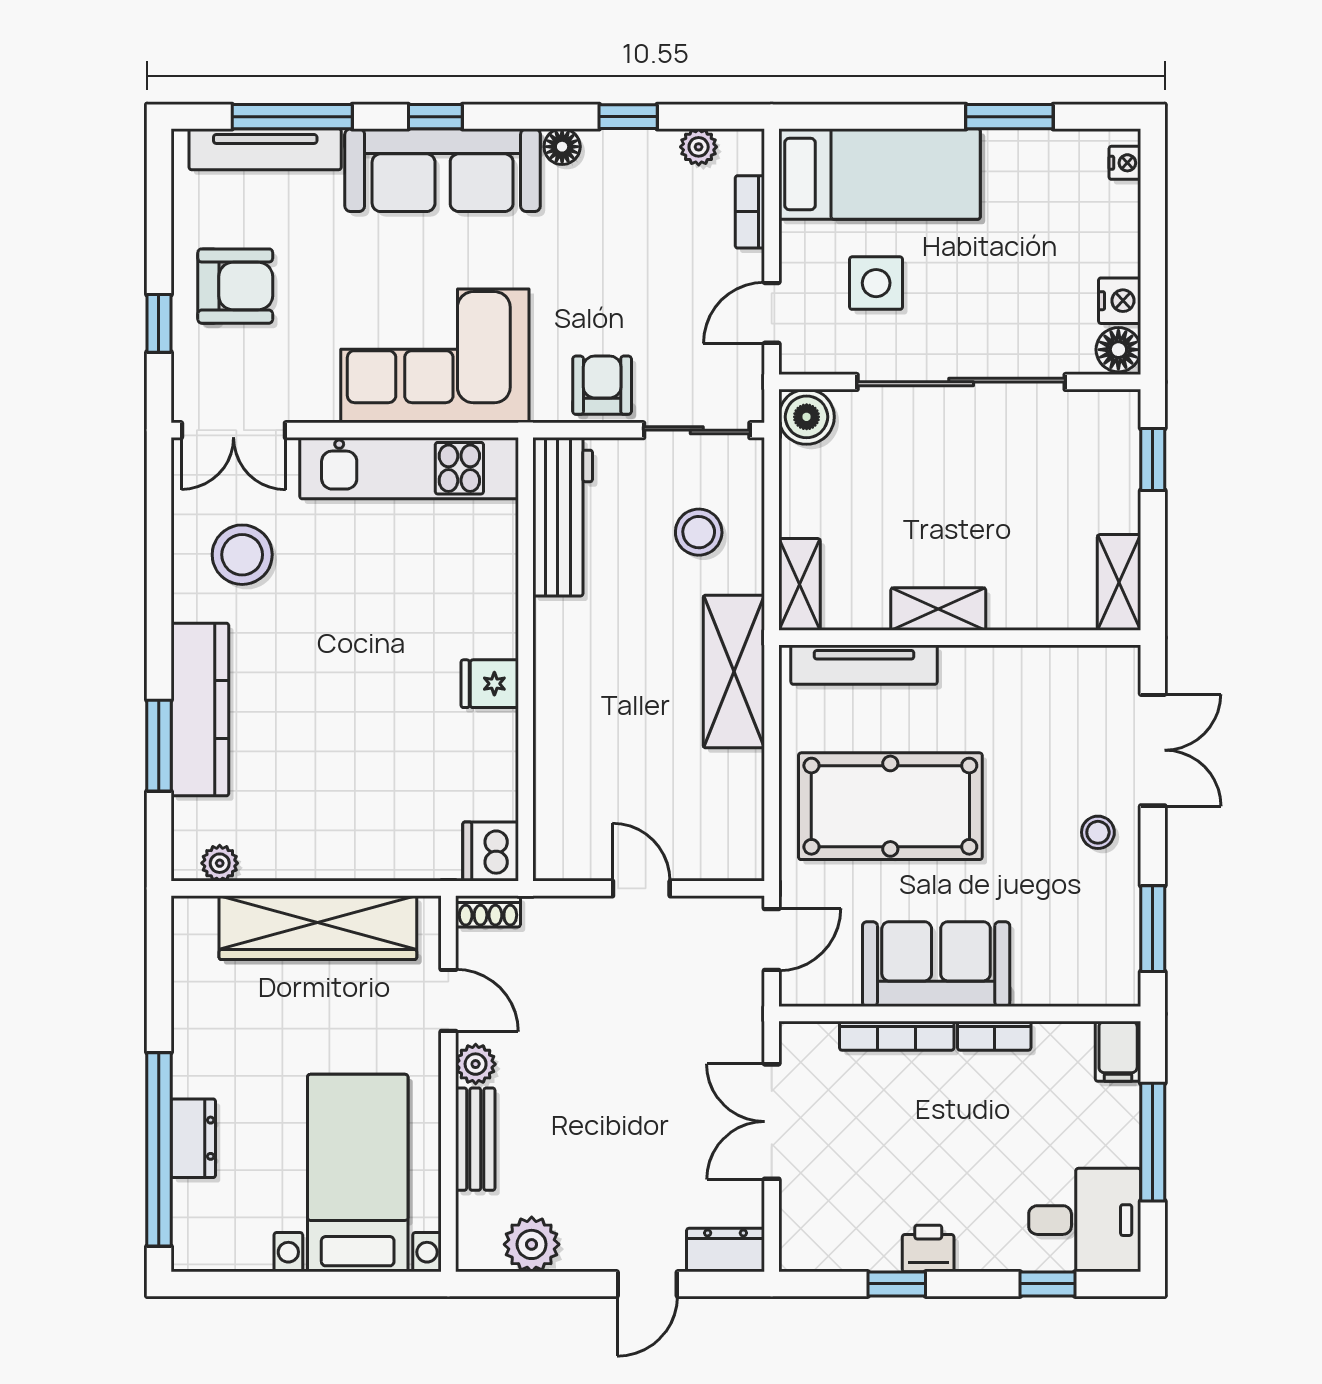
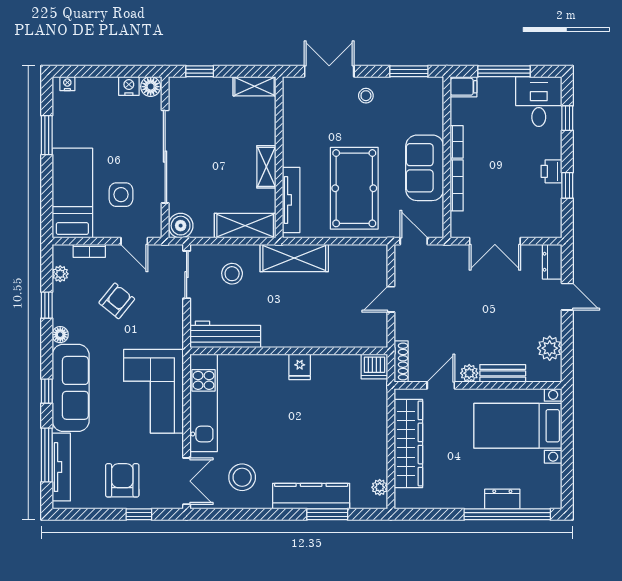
armchair: (602, 385) -> (117, 301), moved, turned 129
shelving: (800, 584) -> (245, 226), width x1.50, depth x1.33
shoe rack: (488, 911) -> (401, 361), width x1.43

